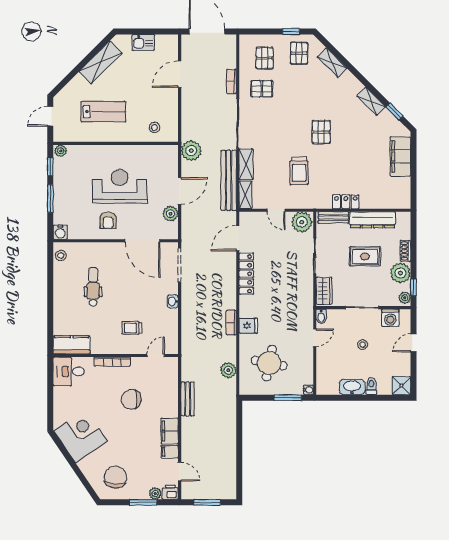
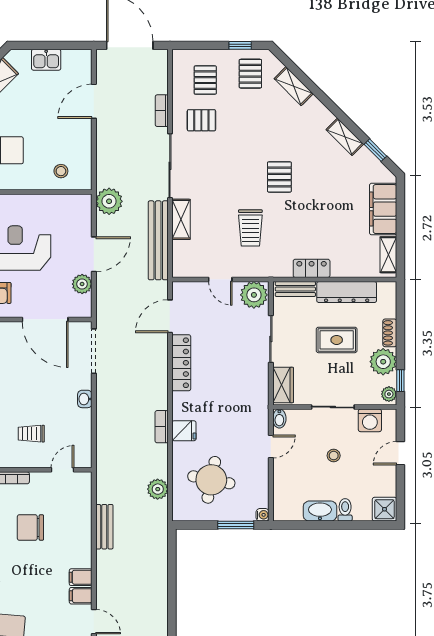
shelving: (245, 195) -> (388, 255), moved
filing cabinet: (169, 431) -> (81, 577), width x0.50

